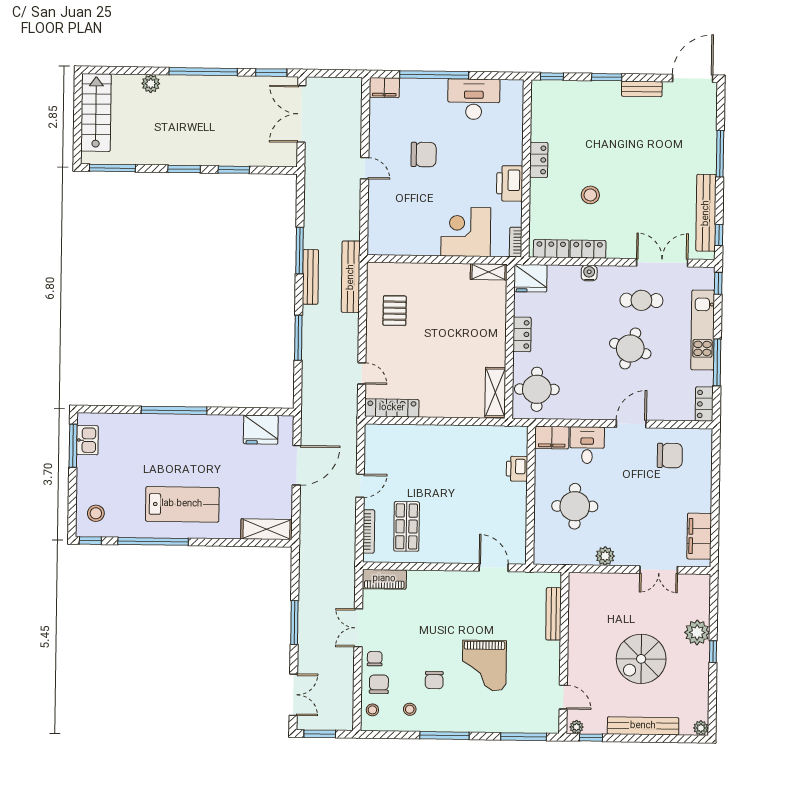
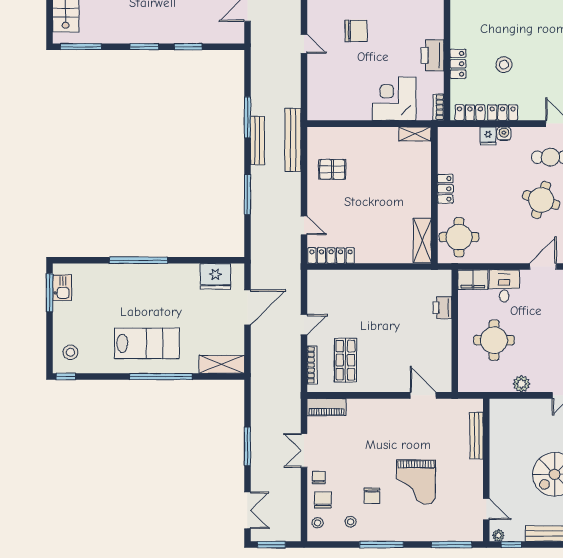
locker: (539, 160) -> (458, 64), moved
fridge: (530, 278) -> (488, 136), moved, width x0.53, depth x0.75
pallet: (395, 311) -> (332, 169), turned 90
window: (153, 541) -> (161, 377), moved

